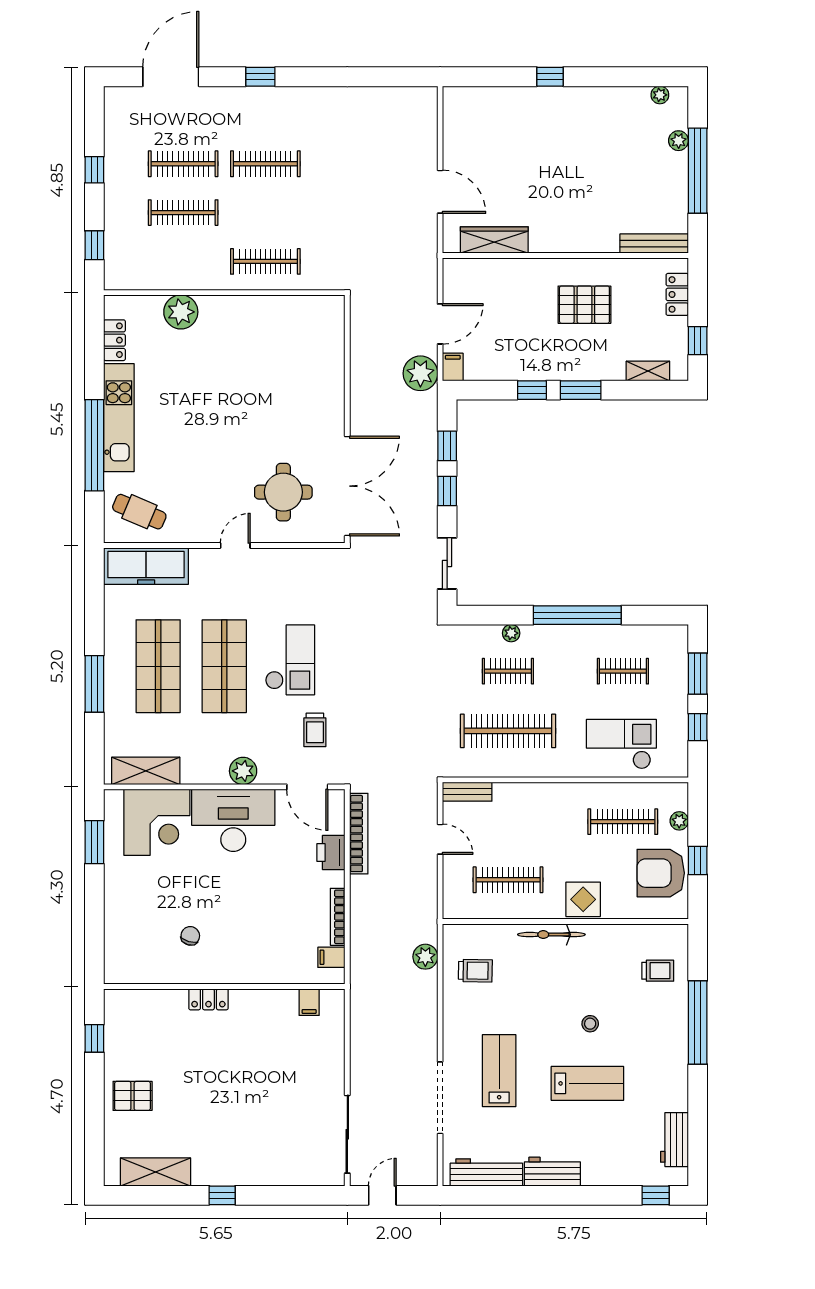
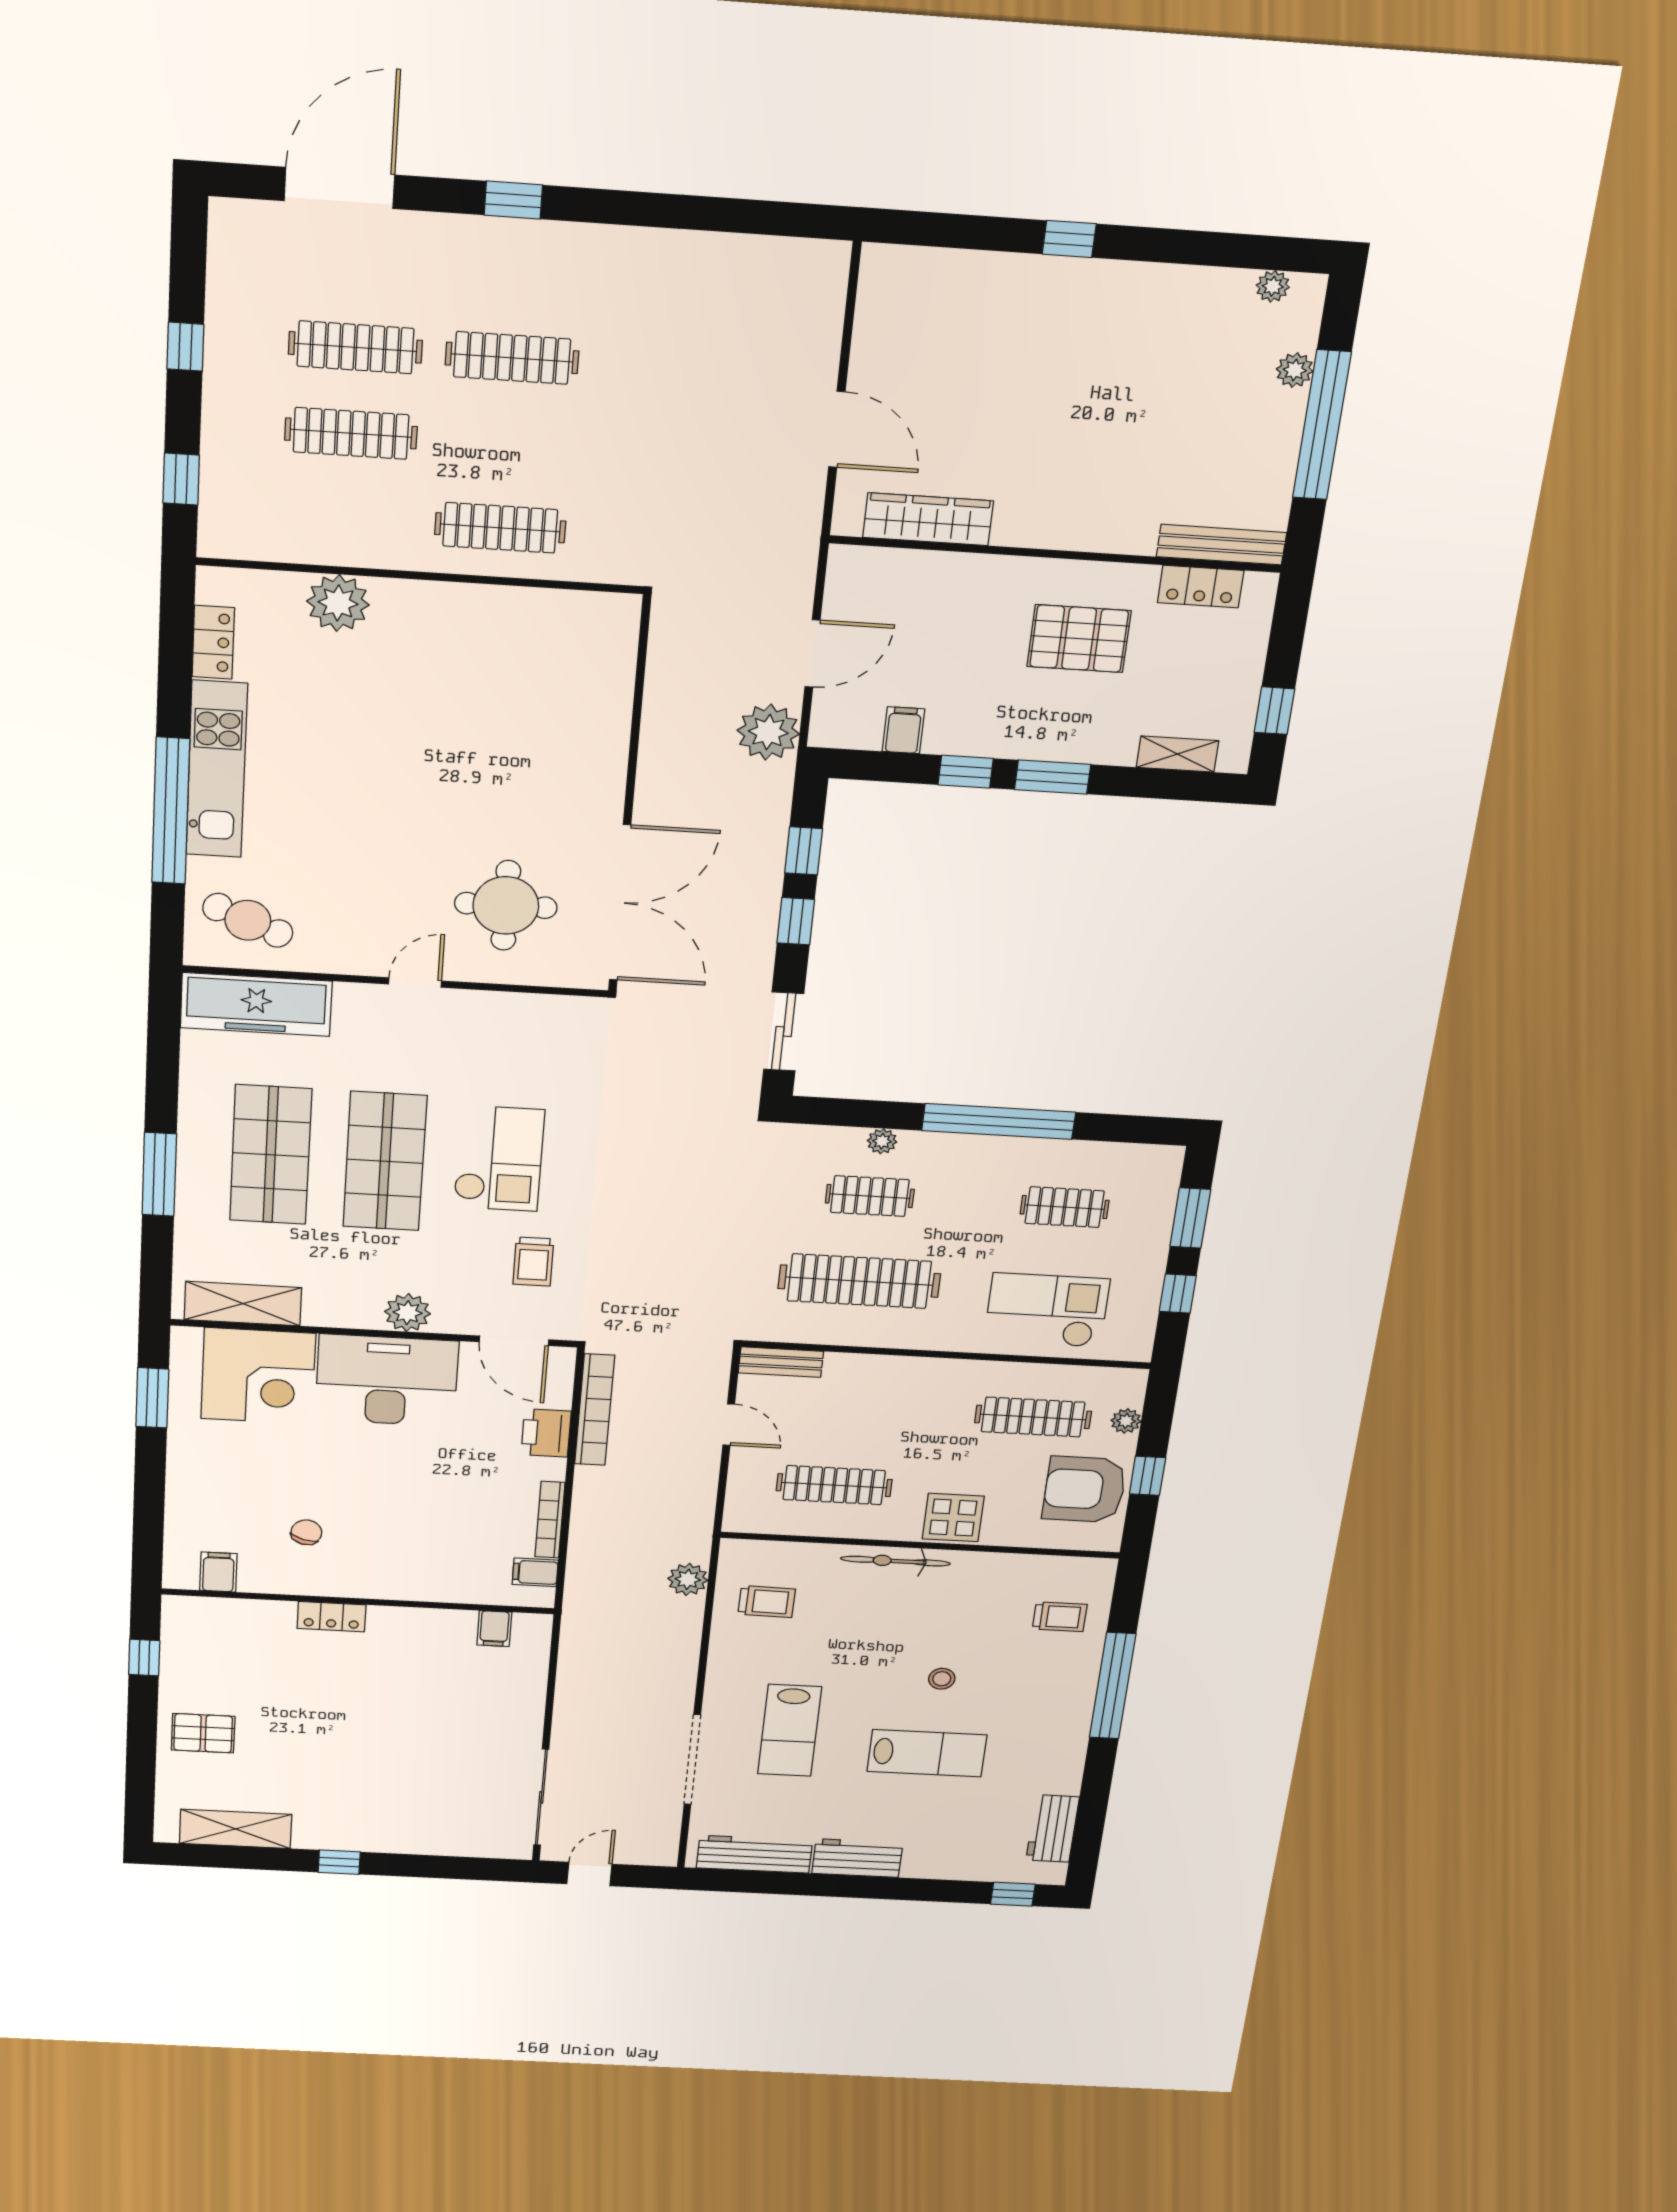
locker: (677, 294) -> (1201, 587), moved, turned -90
filing cabinet: (453, 367) -> (903, 730), moved
filing cabinet: (138, 969) -> (218, 1572), added
lab bench: (499, 1071) -> (790, 1730), turned 180

